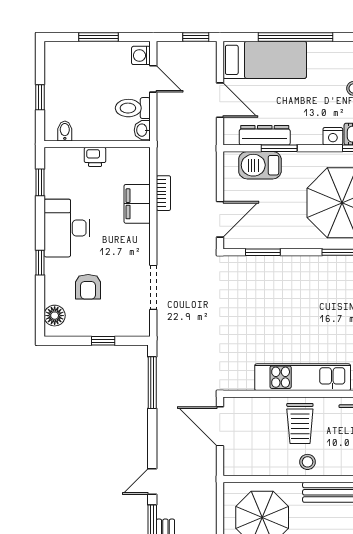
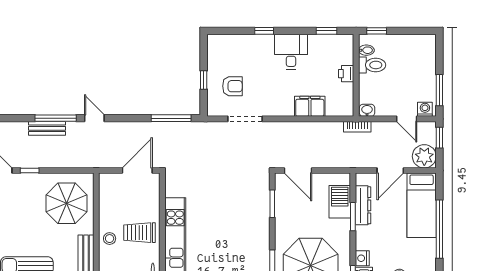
window: (98, 37) -> (439, 90), moved
window: (196, 37) -> (439, 138), moved
plant: (202, 56) -> (424, 156), added
door: (153, 79) -> (407, 119), hinge flipped
window: (40, 97) -> (377, 31), moved
toilet: (133, 108) -> (372, 65), moved, turned 90
bookcase: (163, 193) -> (357, 127), moved
desk: (67, 228) -> (291, 52), width x0.73
armchair: (88, 287) -> (232, 86), moved, turned 180
floor lamp: (55, 316) -> (223, 42), removed

